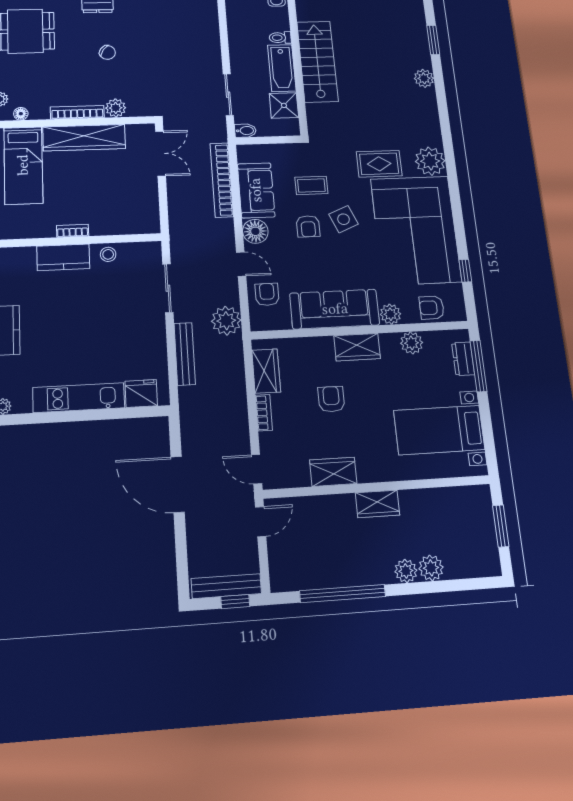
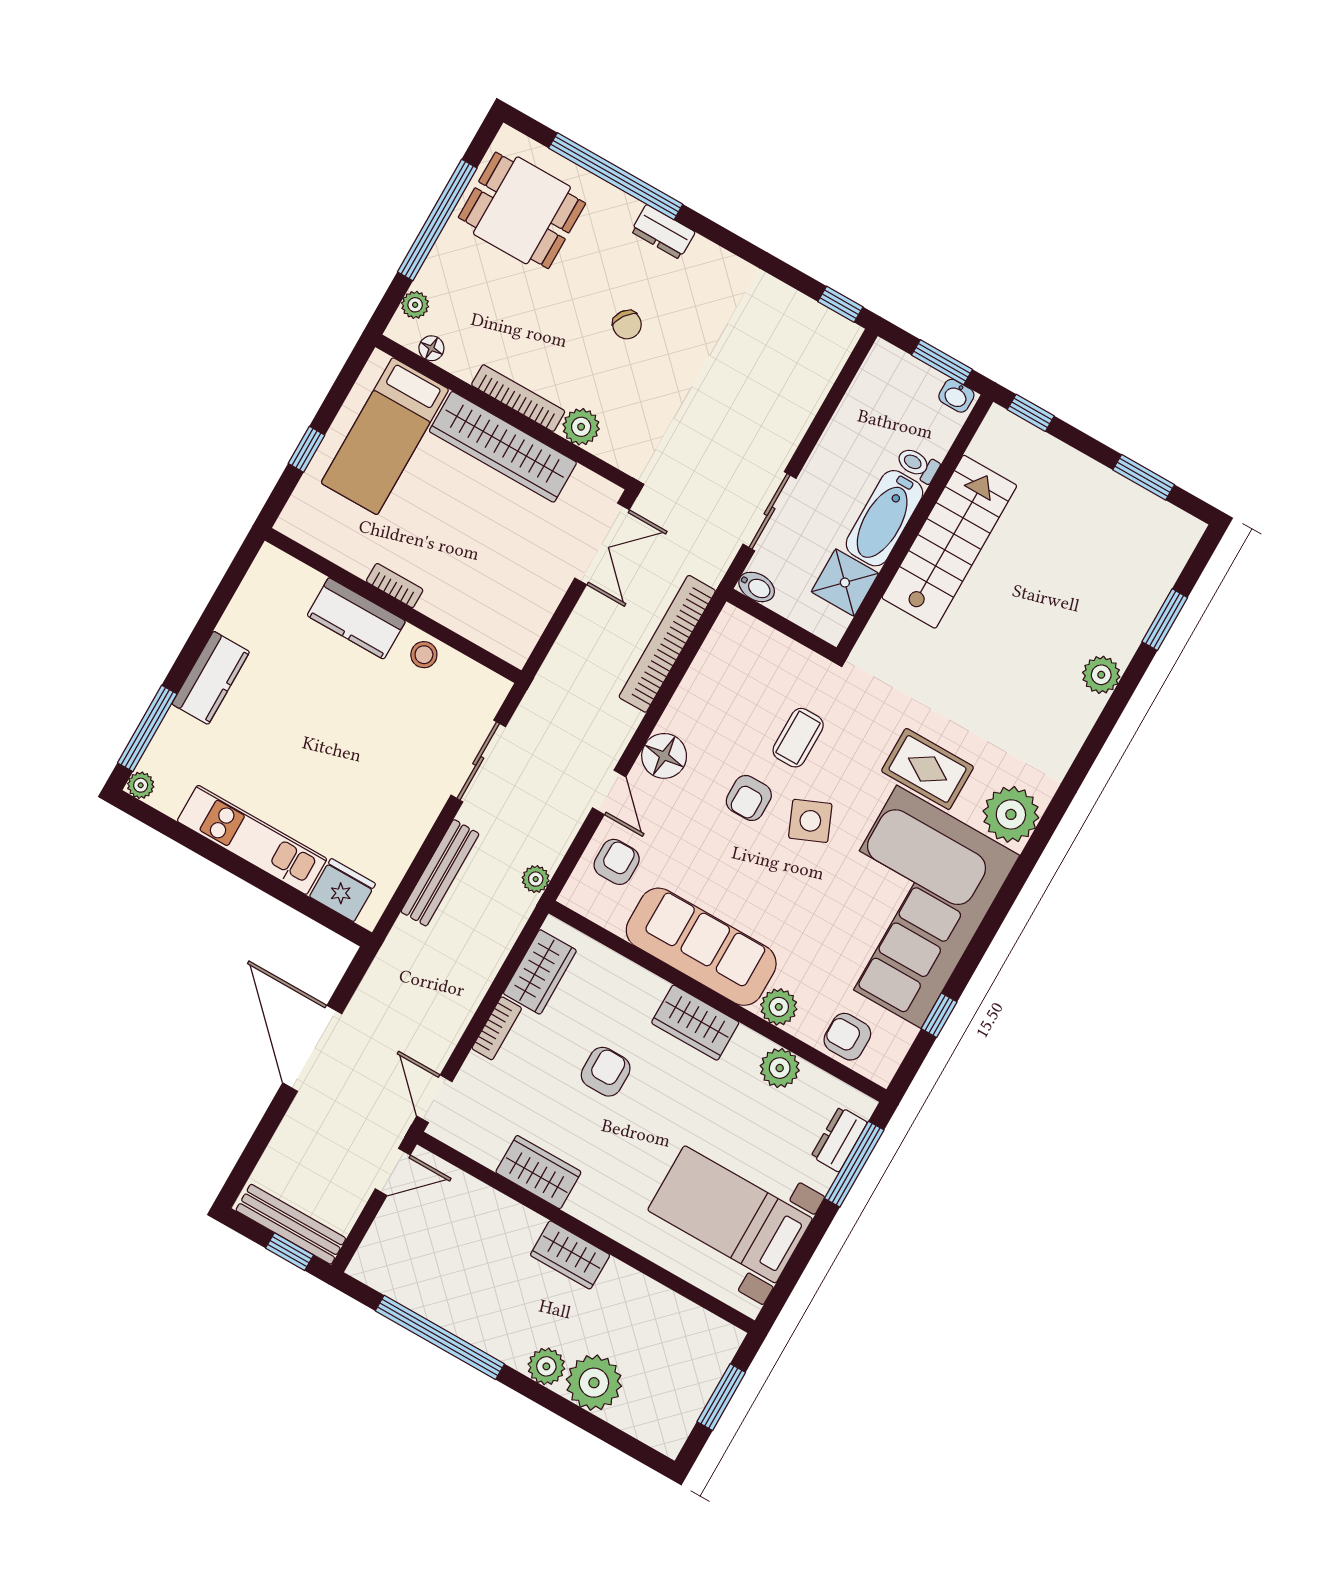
coffee table: (311, 185) -> (798, 738), turned 90
sofa: (256, 190) -> (708, 693), removed
plant: (226, 321) -> (536, 879), width x0.53, depth x0.53
plant: (431, 568) -> (594, 1383), width x1.36, depth x1.36

